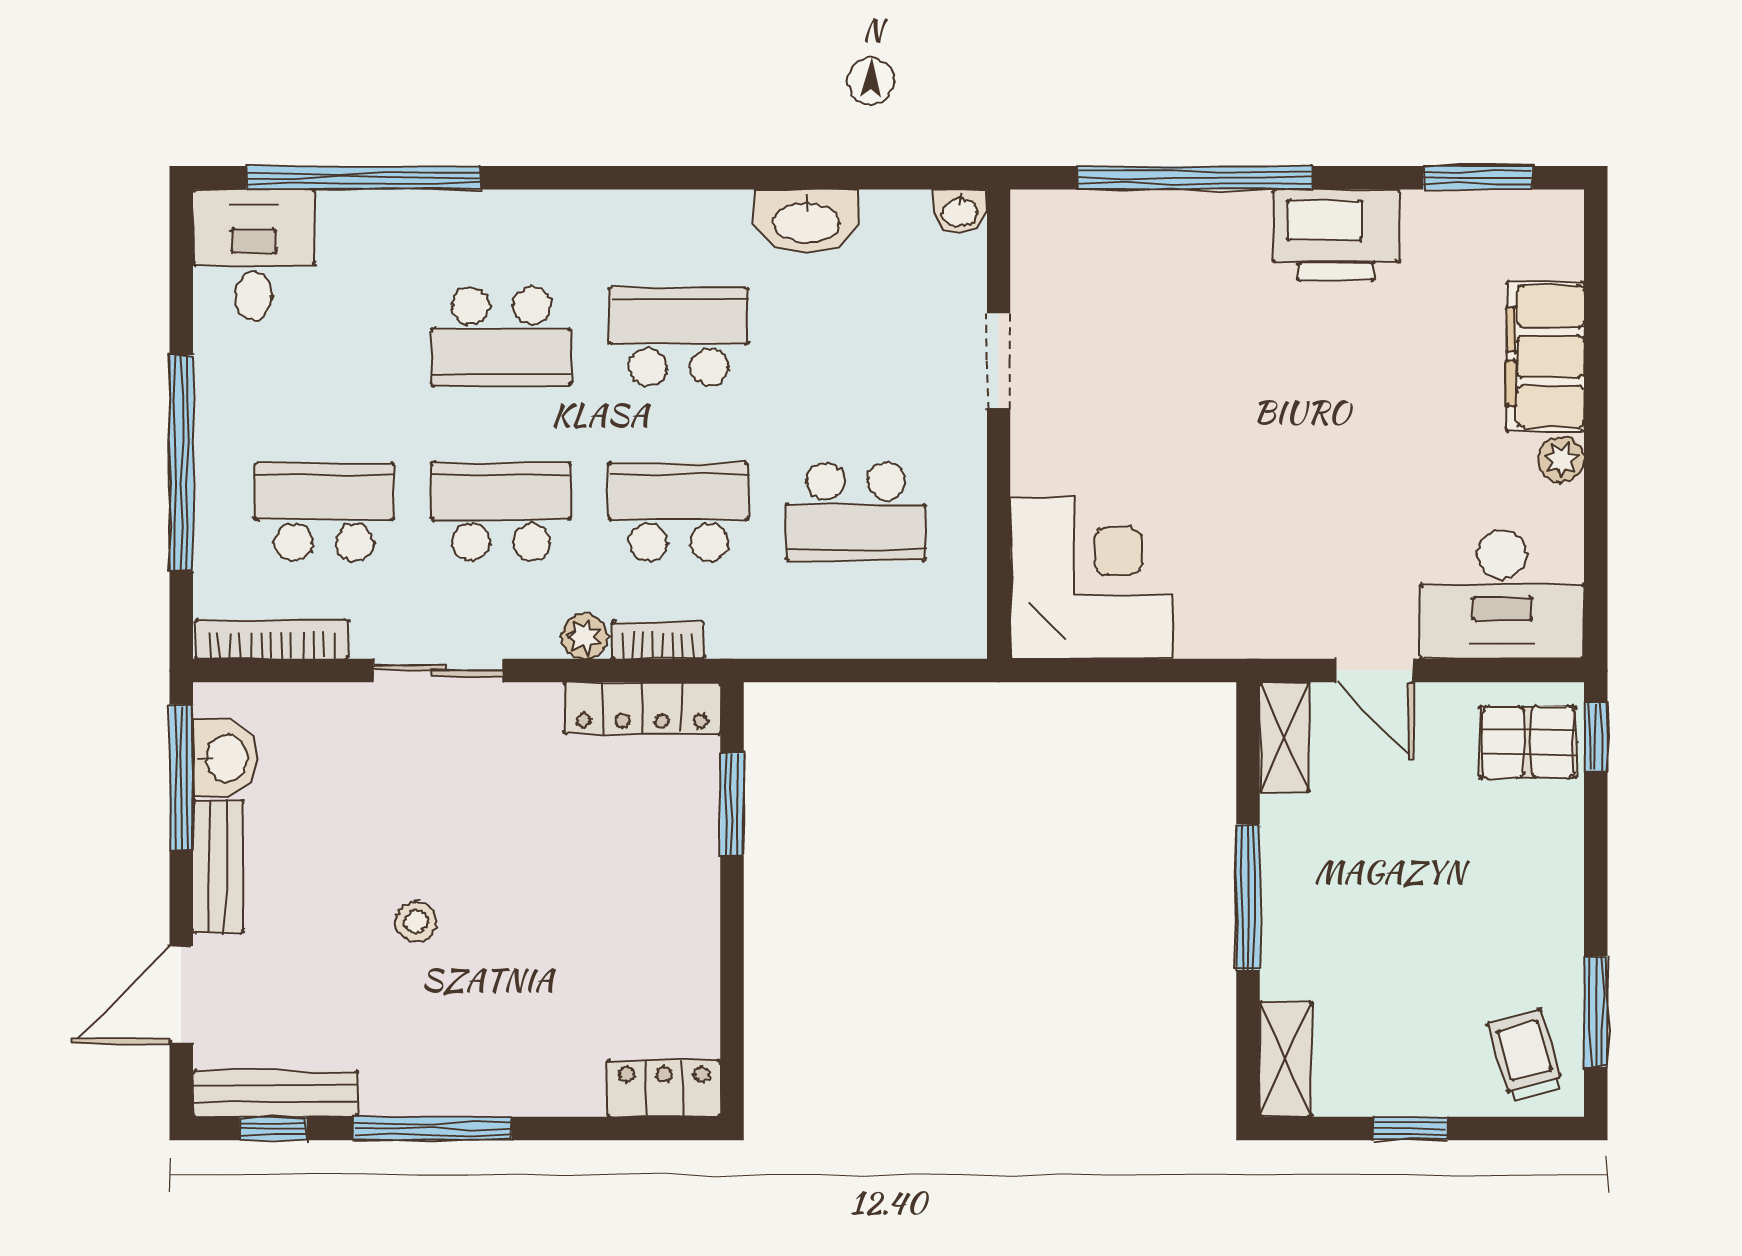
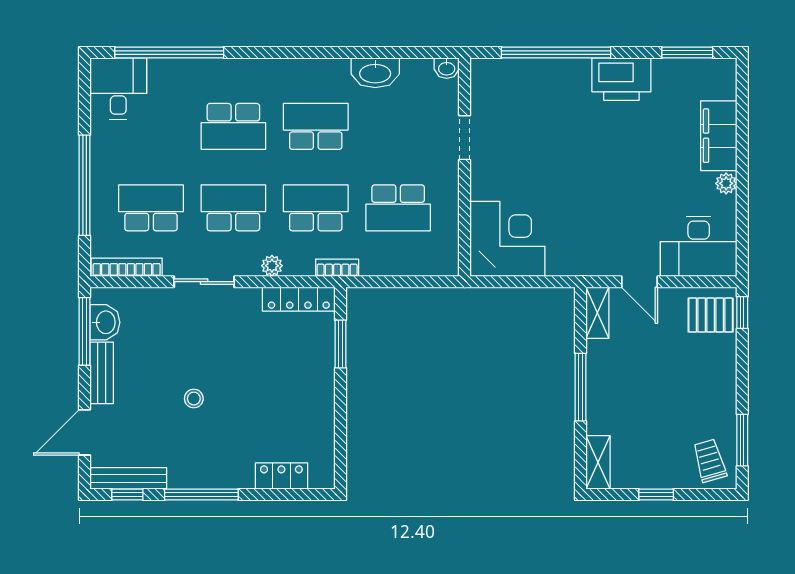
bookcase: (658, 640) -> (337, 268), moved
locker: (664, 1088) -> (281, 476), moved

